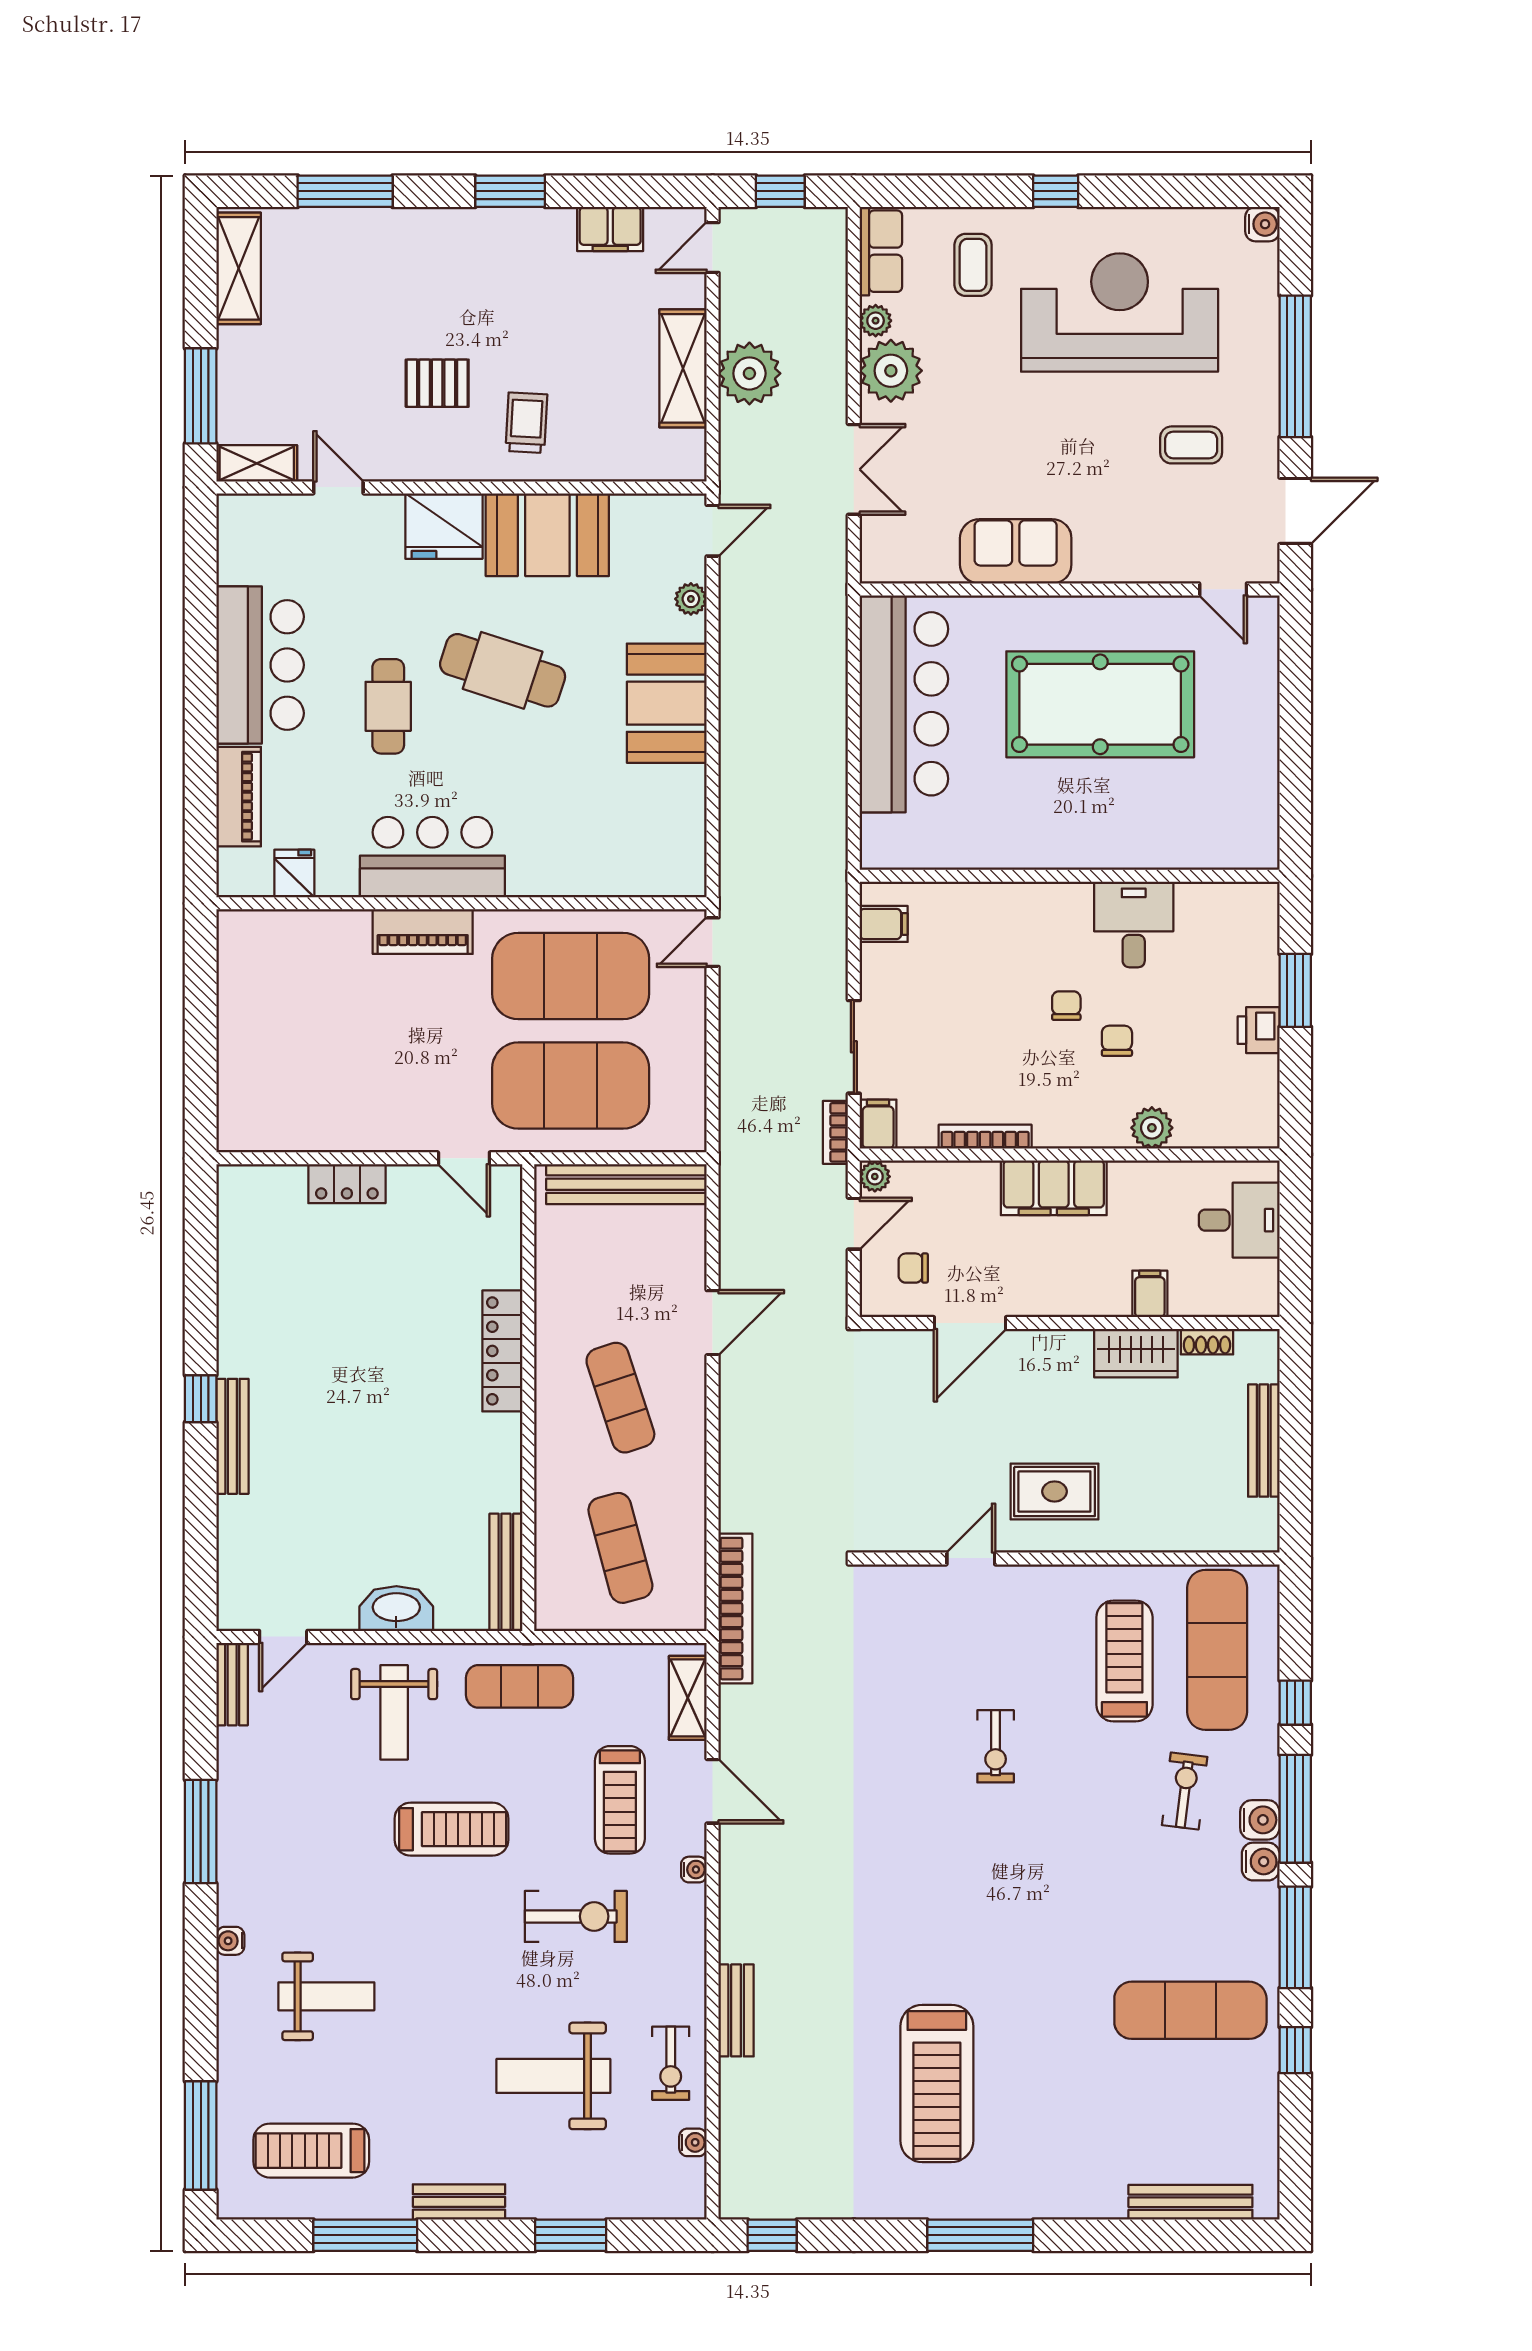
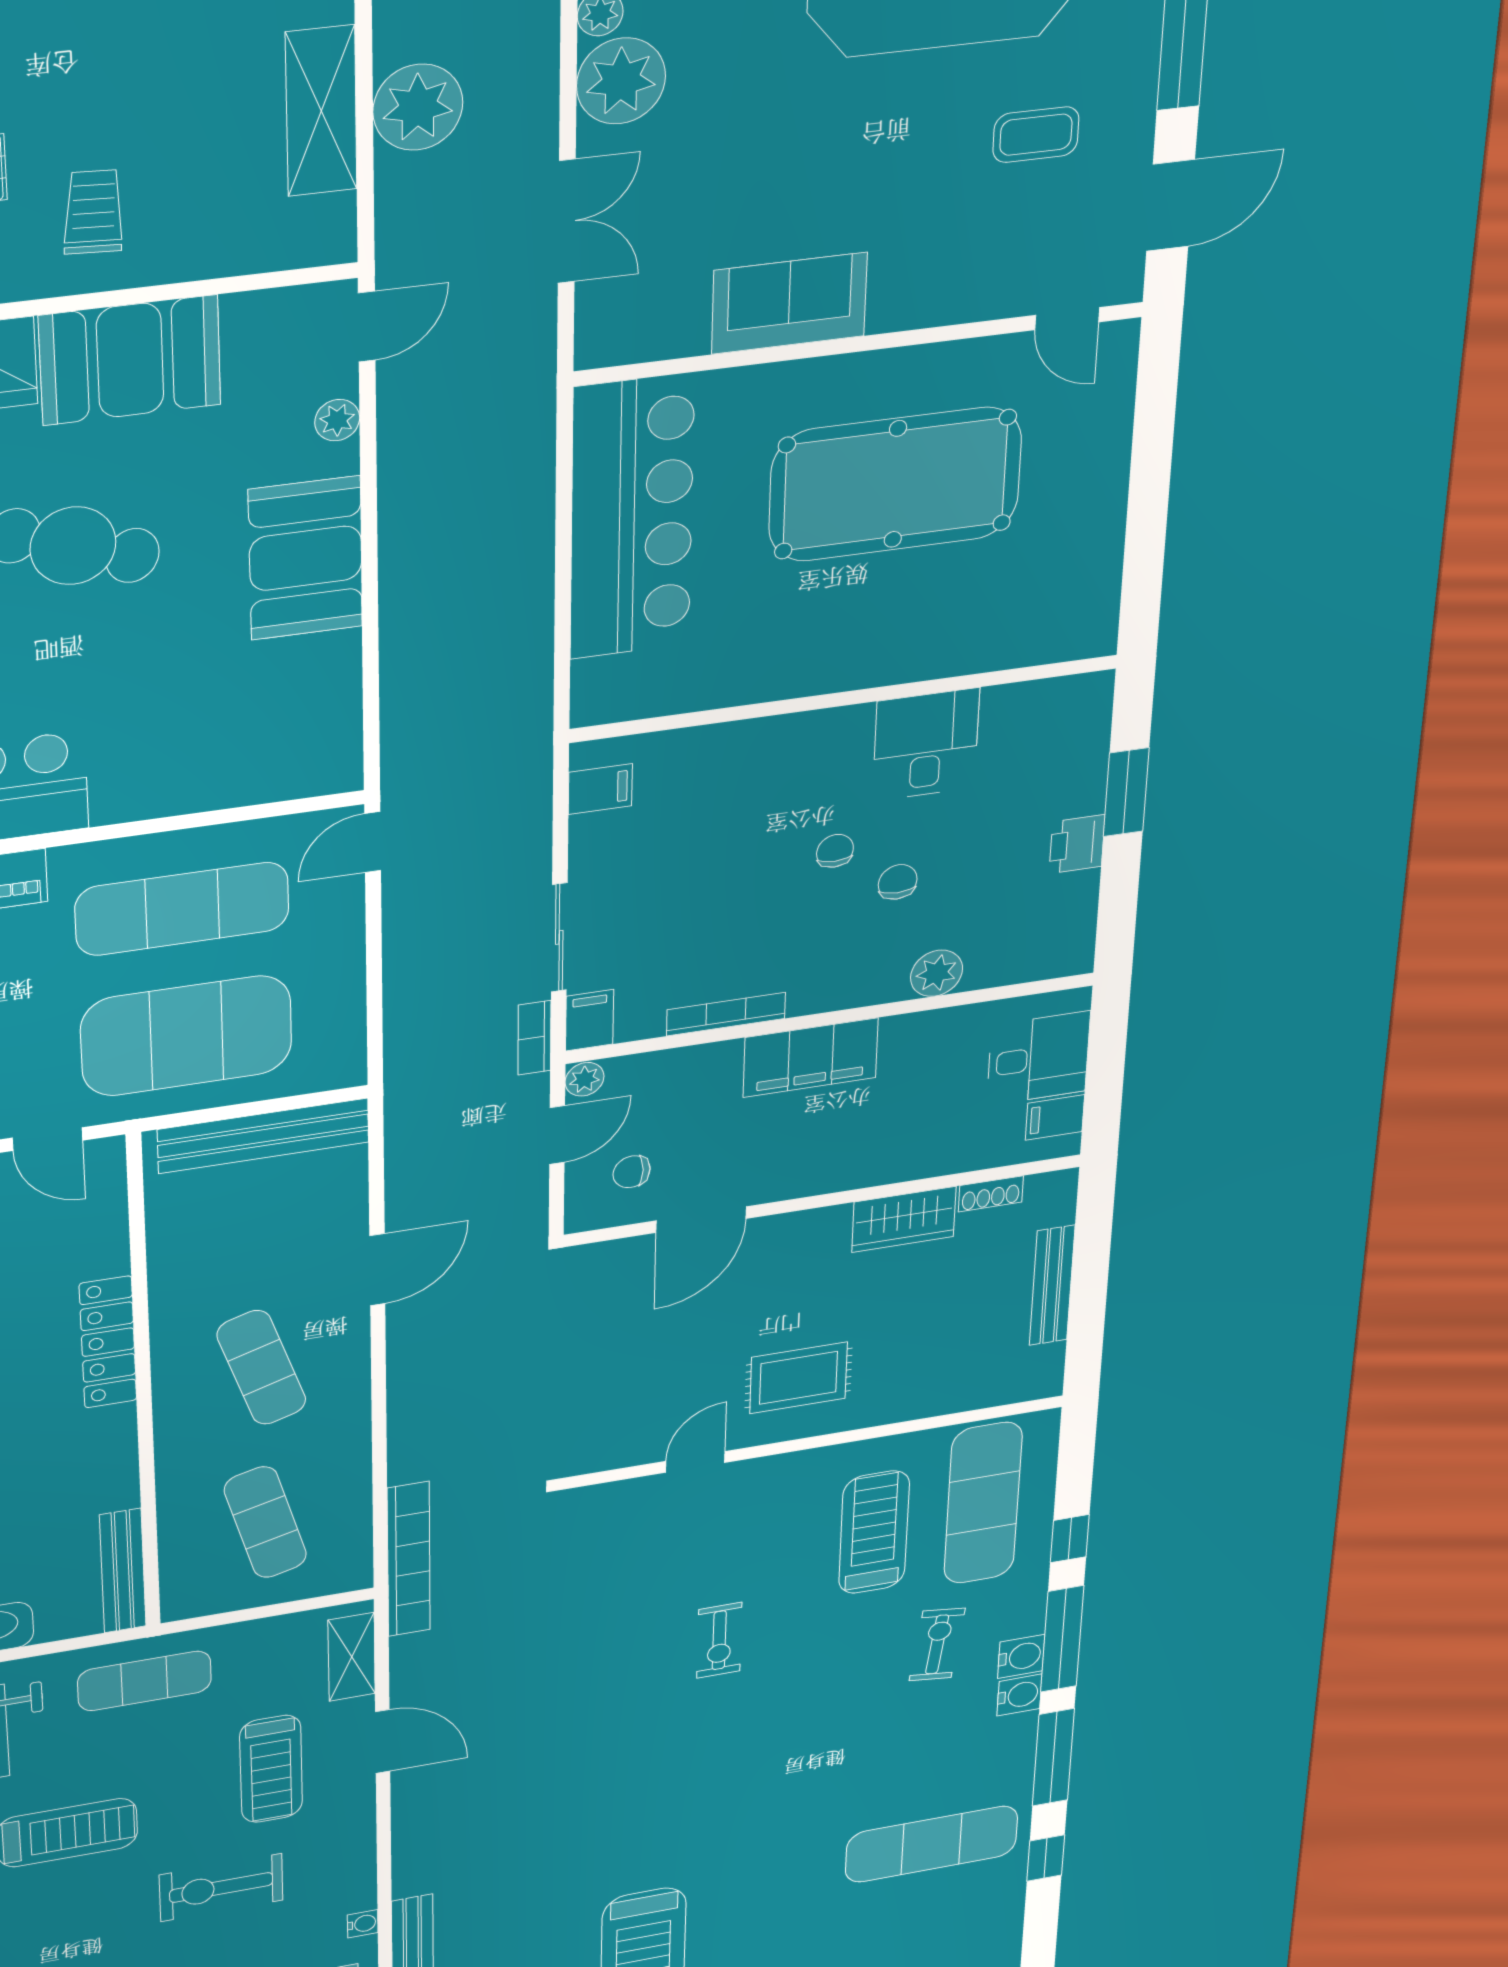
exercise mat: (571, 976) -> (182, 909), width x0.68
filing cabinet: (1150, 1294) -> (1055, 1117), moved, turned -90
water cooler: (694, 1870) -> (363, 1924), moved
exercise bike: (576, 1916) -> (221, 1888), turned 180

